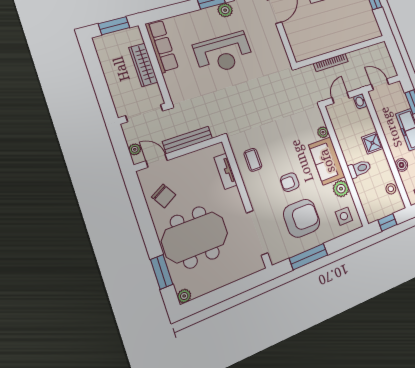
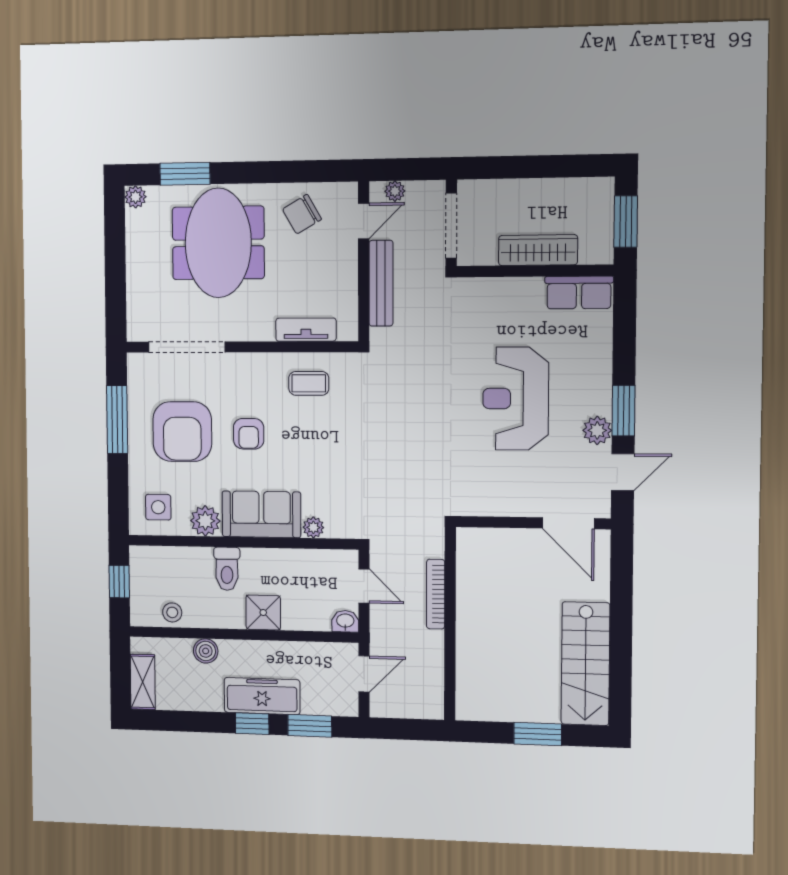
row of seats: (162, 46) -> (579, 292), width x0.68
armchair: (290, 182) -> (249, 434), turned 180

